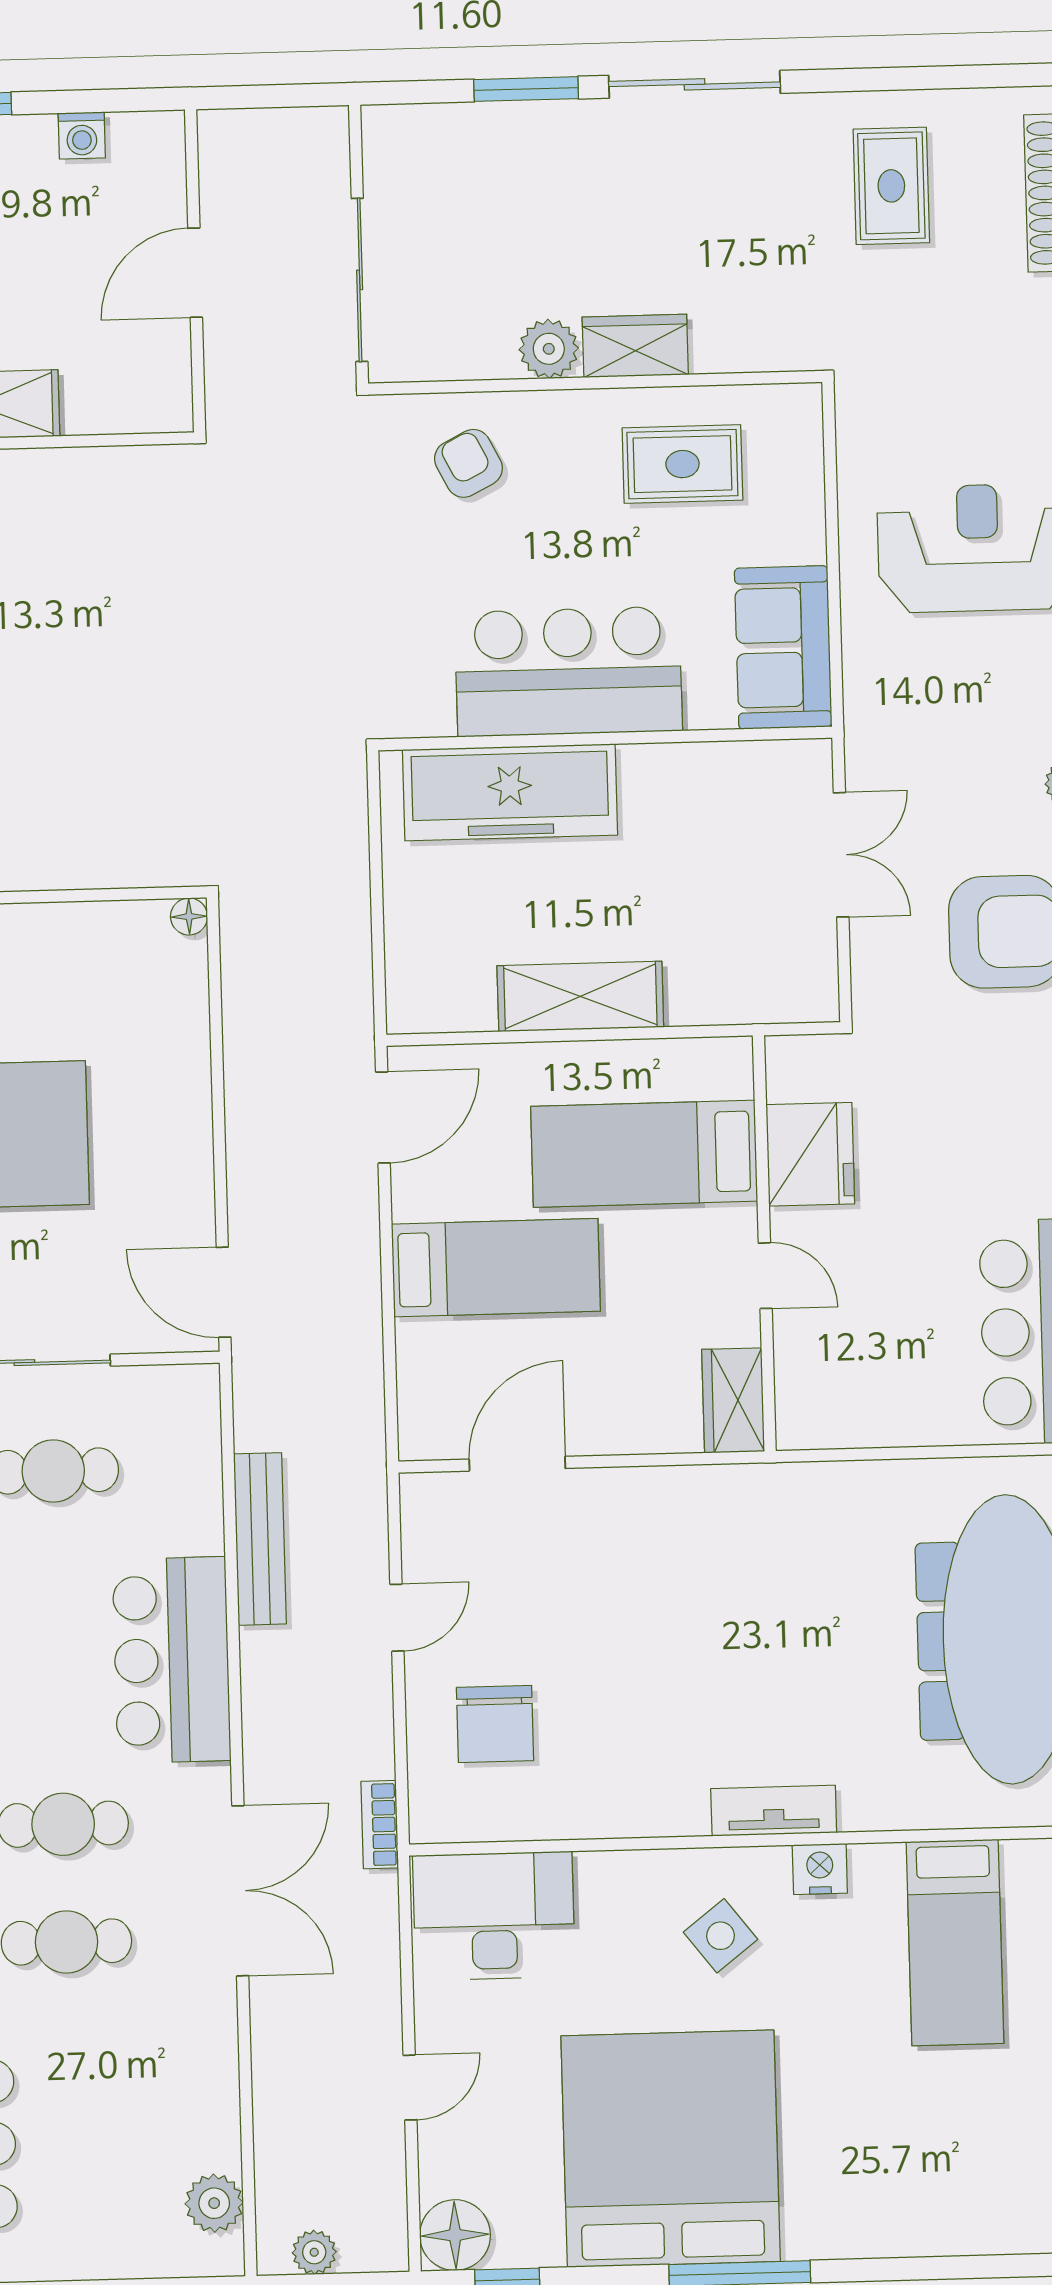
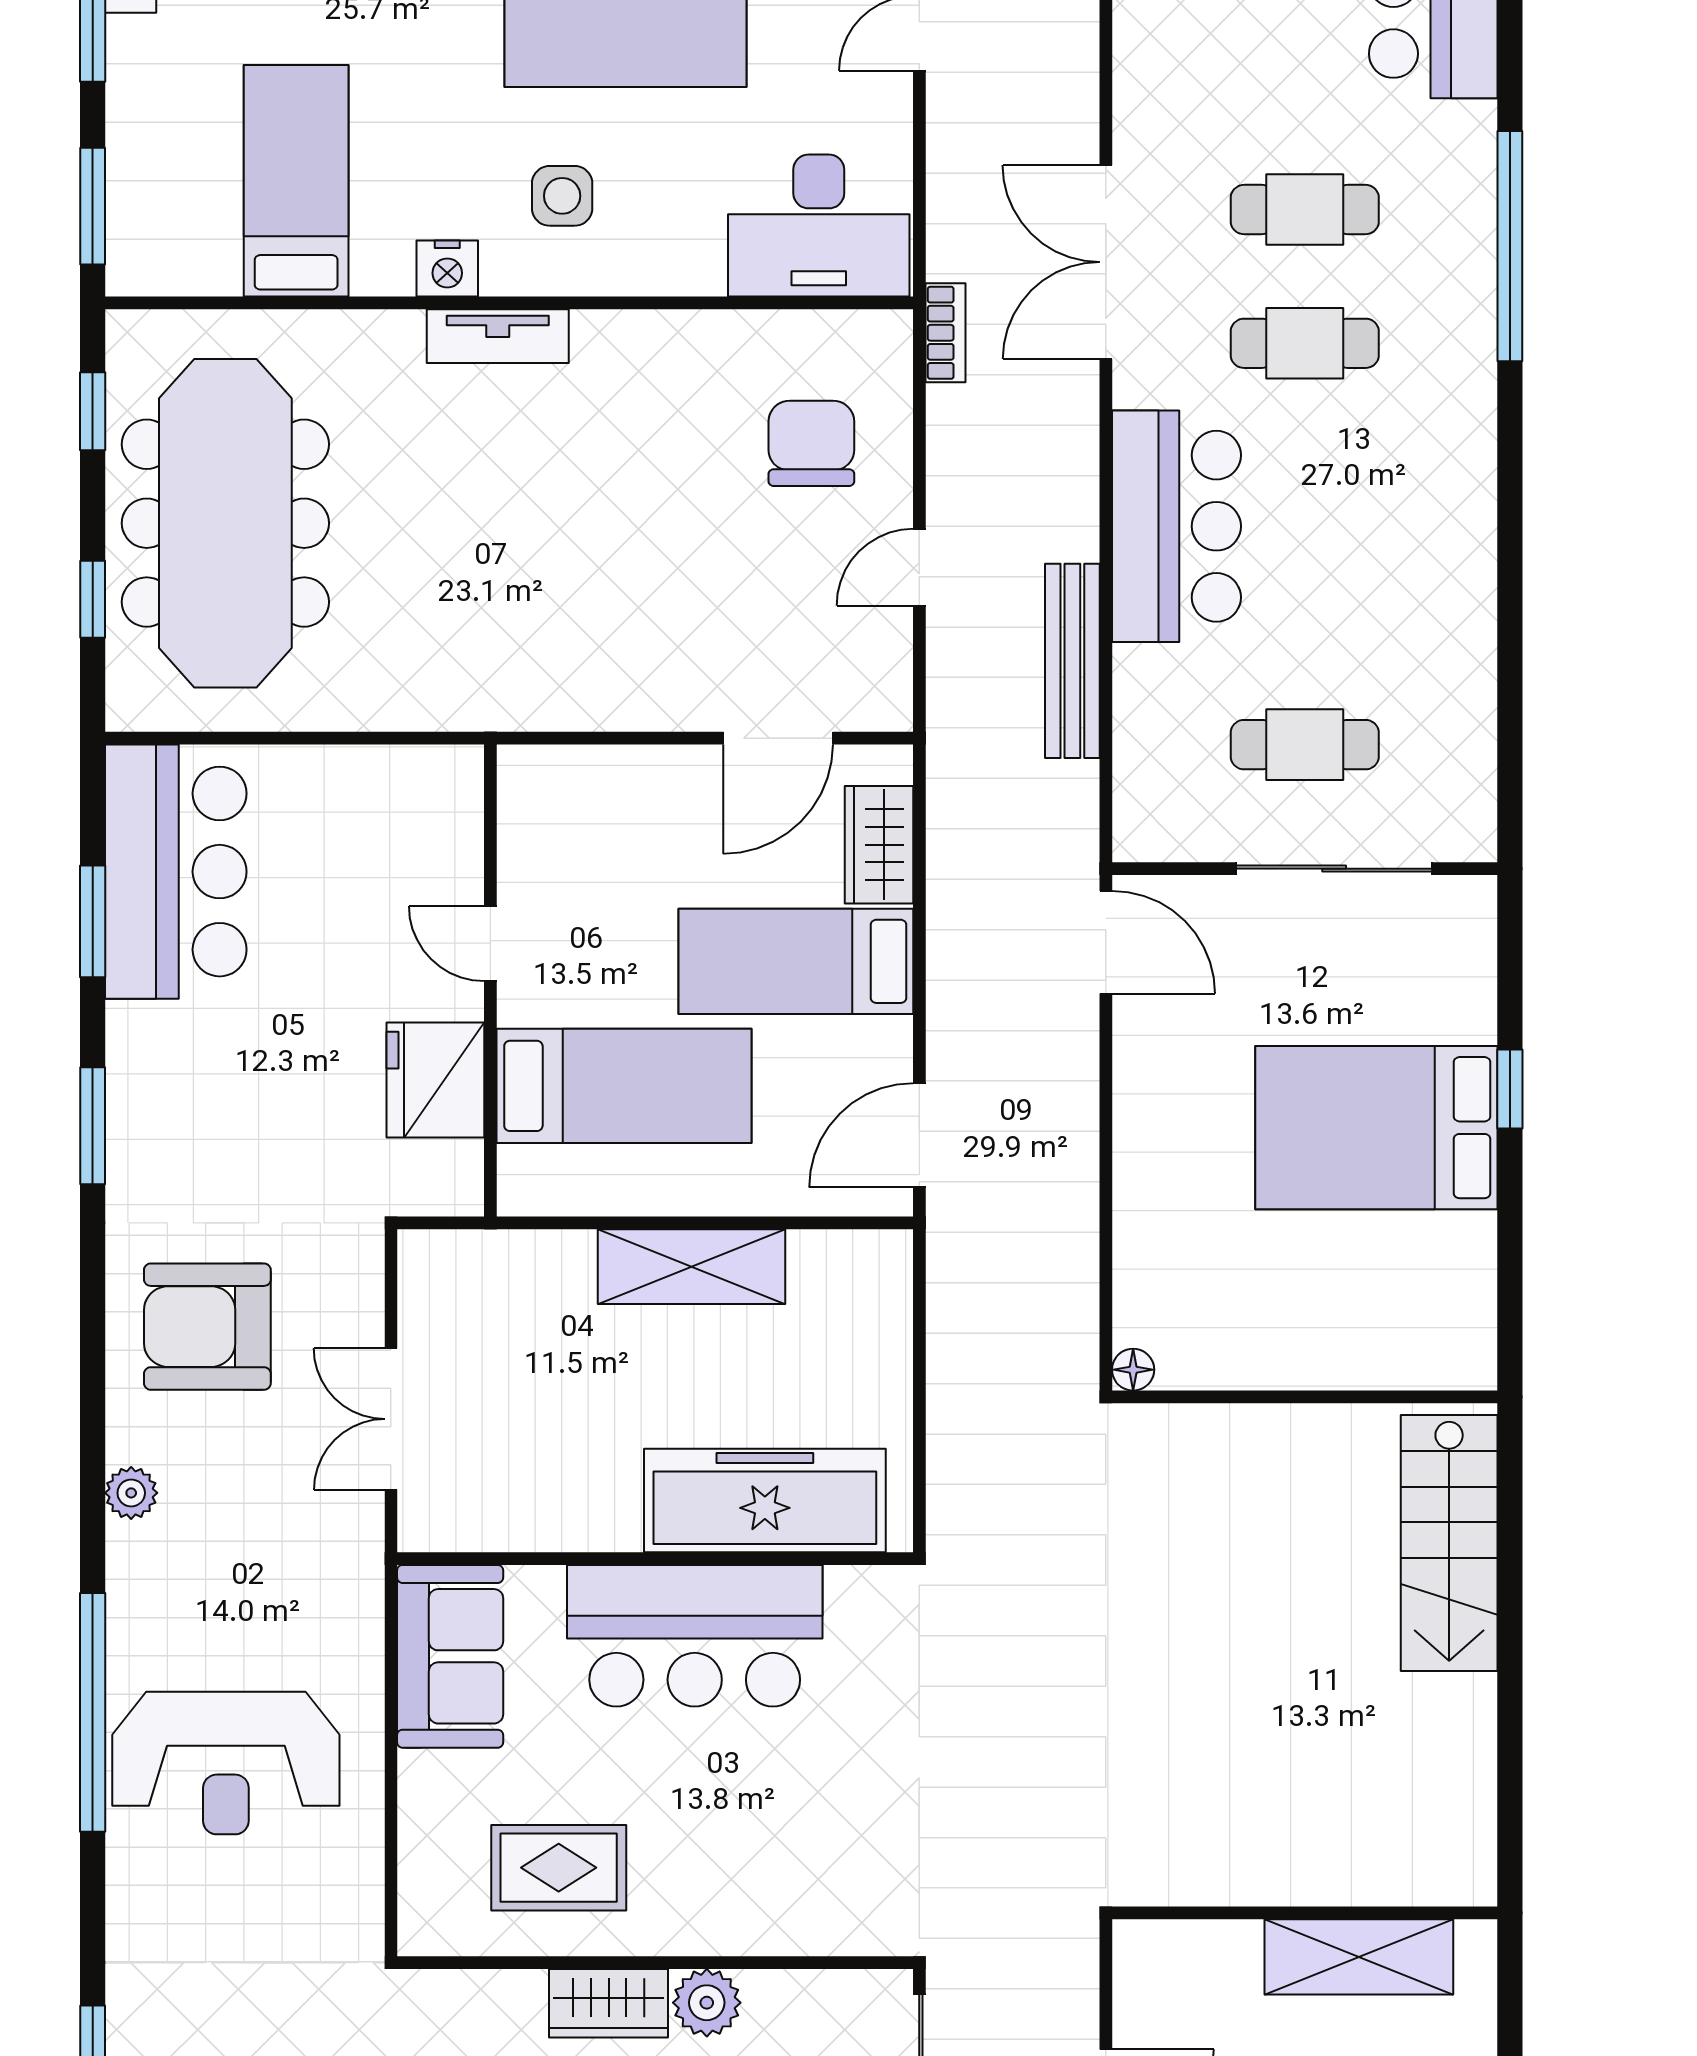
armchair: (468, 463) -> (802, 1875), removed
wardrobe: (733, 1400) -> (879, 845), moved, turned 180
side table: (720, 1936) -> (562, 196), turned 38

